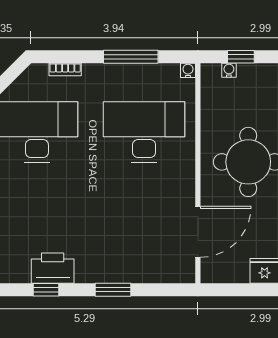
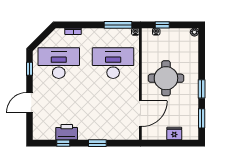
window: (131, 57) -> (118, 25), moved

